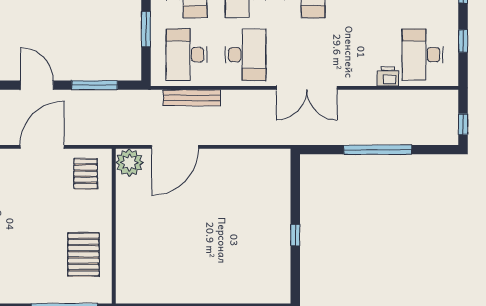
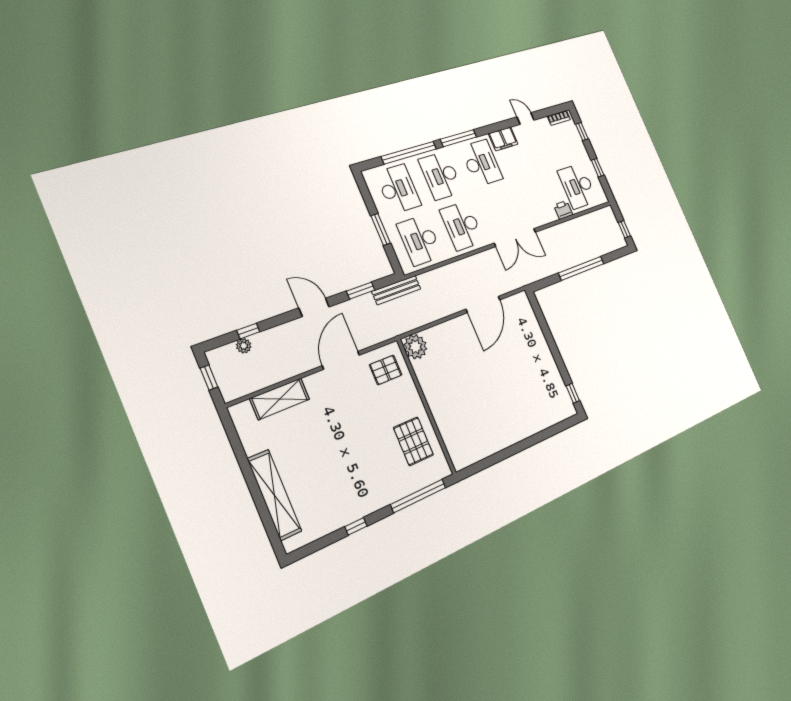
desk: (246, 55) -> (462, 226), turned 180
window: (95, 85) -> (361, 291), width x0.69
bench: (192, 98) -> (396, 290), moved
door: (175, 147) -> (483, 304), moved
pallet: (86, 174) -> (386, 370), turned 90
window: (295, 235) -> (573, 393), moved

